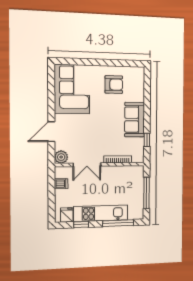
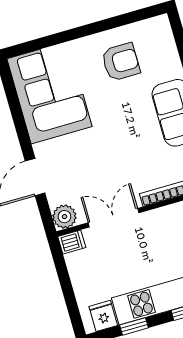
double door: (87, 165) -> (114, 218), swing flipped
dishwasher: (61, 184) -> (72, 242), moved

